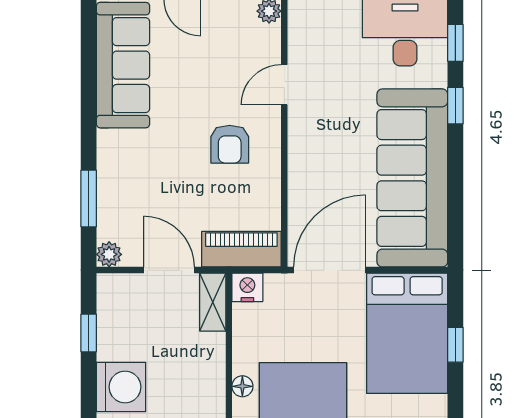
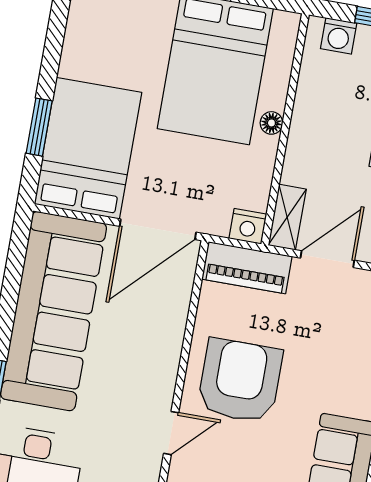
armchair: (230, 144) -> (240, 381), width x1.88, depth x1.88
door: (169, 270) -> (327, 259), swing flipped
window: (455, 345) -> (39, 127), width x1.50

